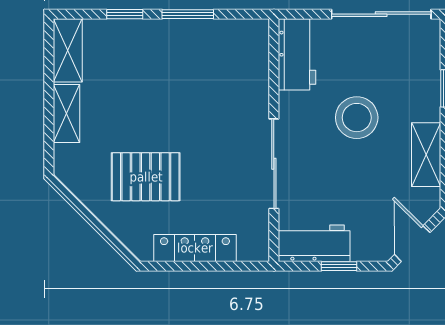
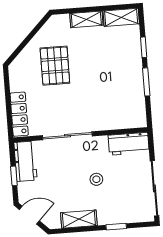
stool: (357, 118) -> (96, 179), width x0.53, depth x0.53
locker: (195, 248) -> (19, 114), moved

